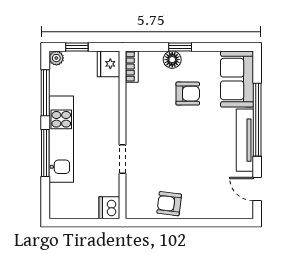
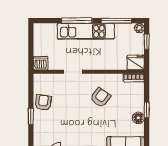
floor lamp: (172, 60) -> (138, 118), moved
armchair: (188, 94) -> (100, 97), moved, turned -143
window: (190, 223) -> (31, 116), added

